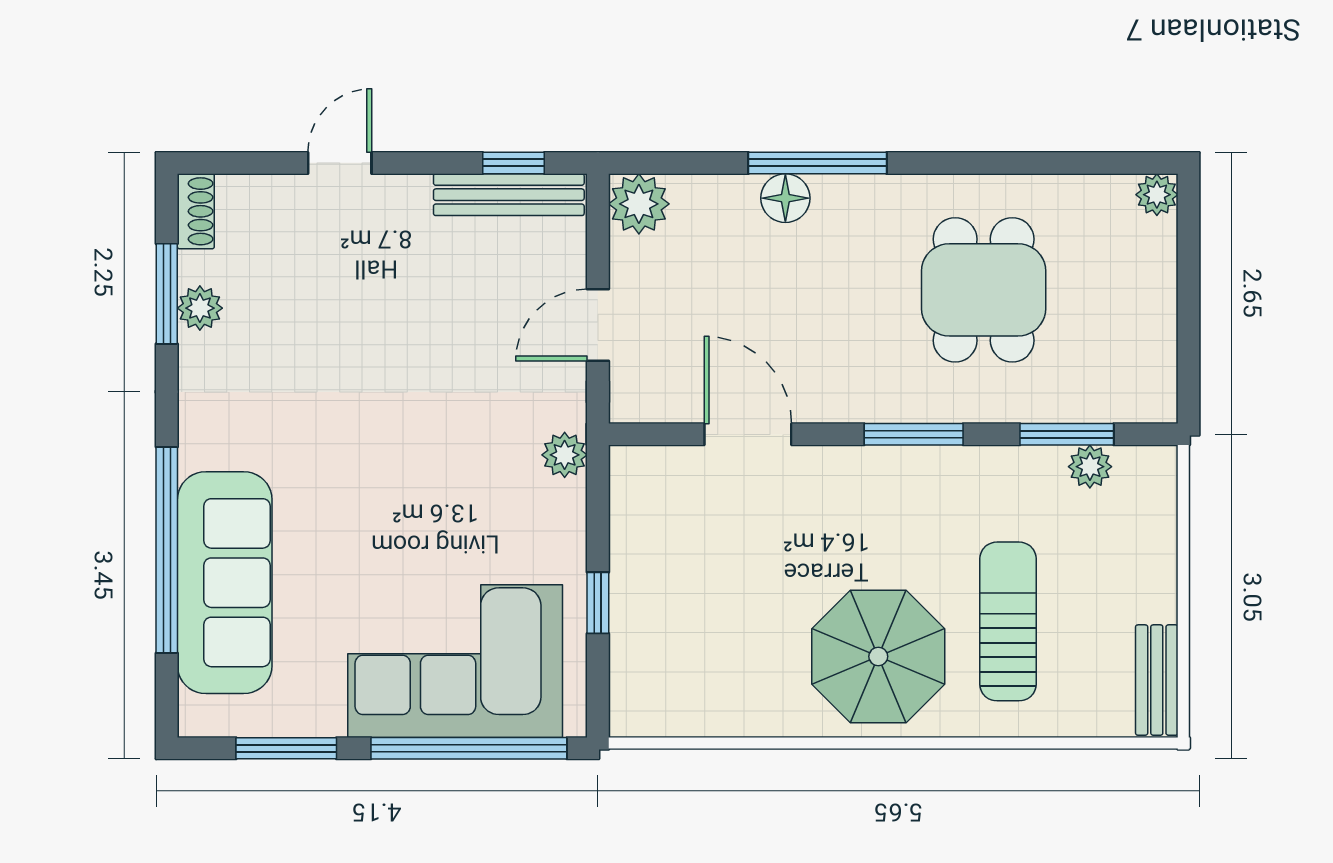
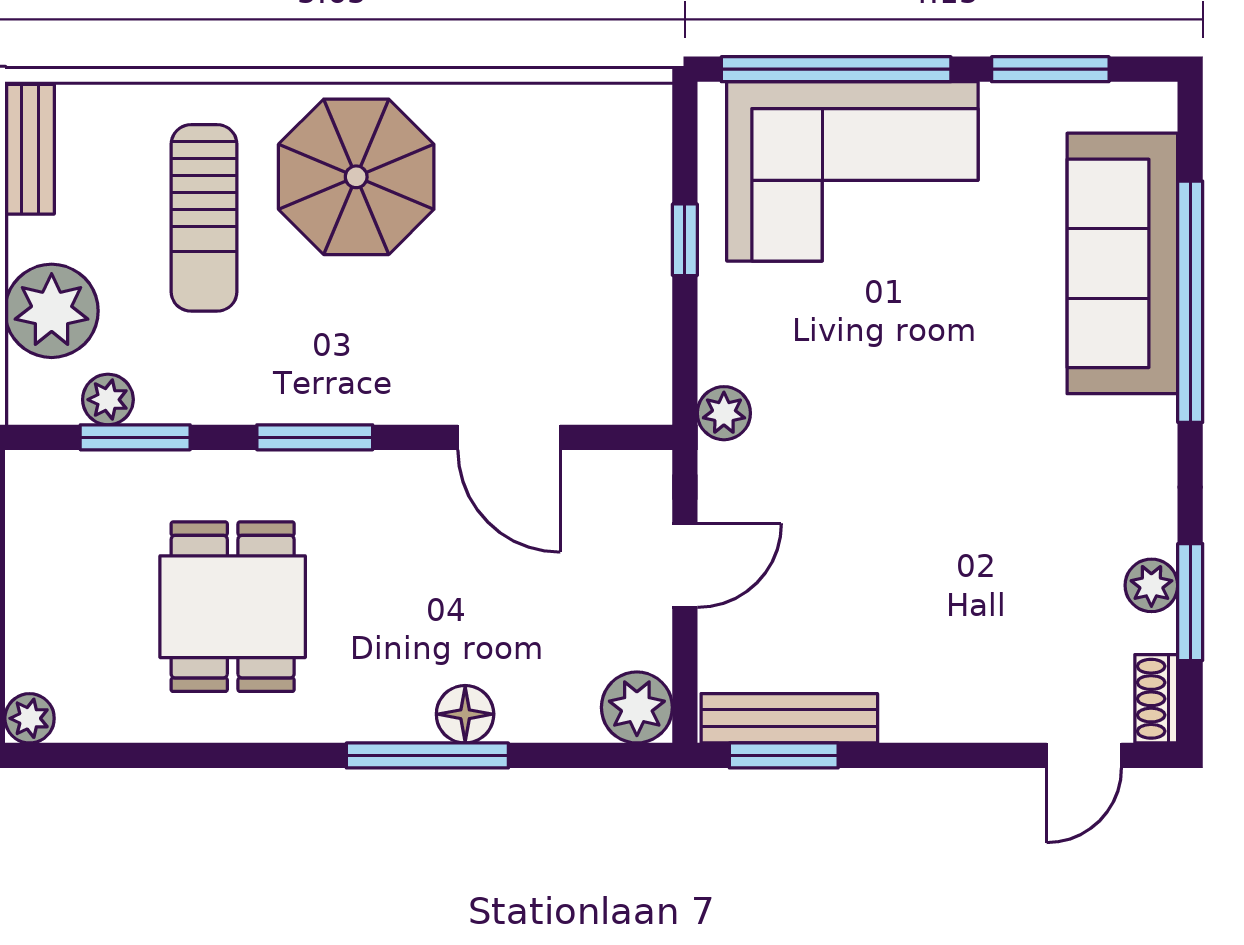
door: (340, 163) -> (1084, 755), moved
window: (514, 163) -> (784, 755), width x1.50
plant: (1138, 542) -> (52, 311), added

